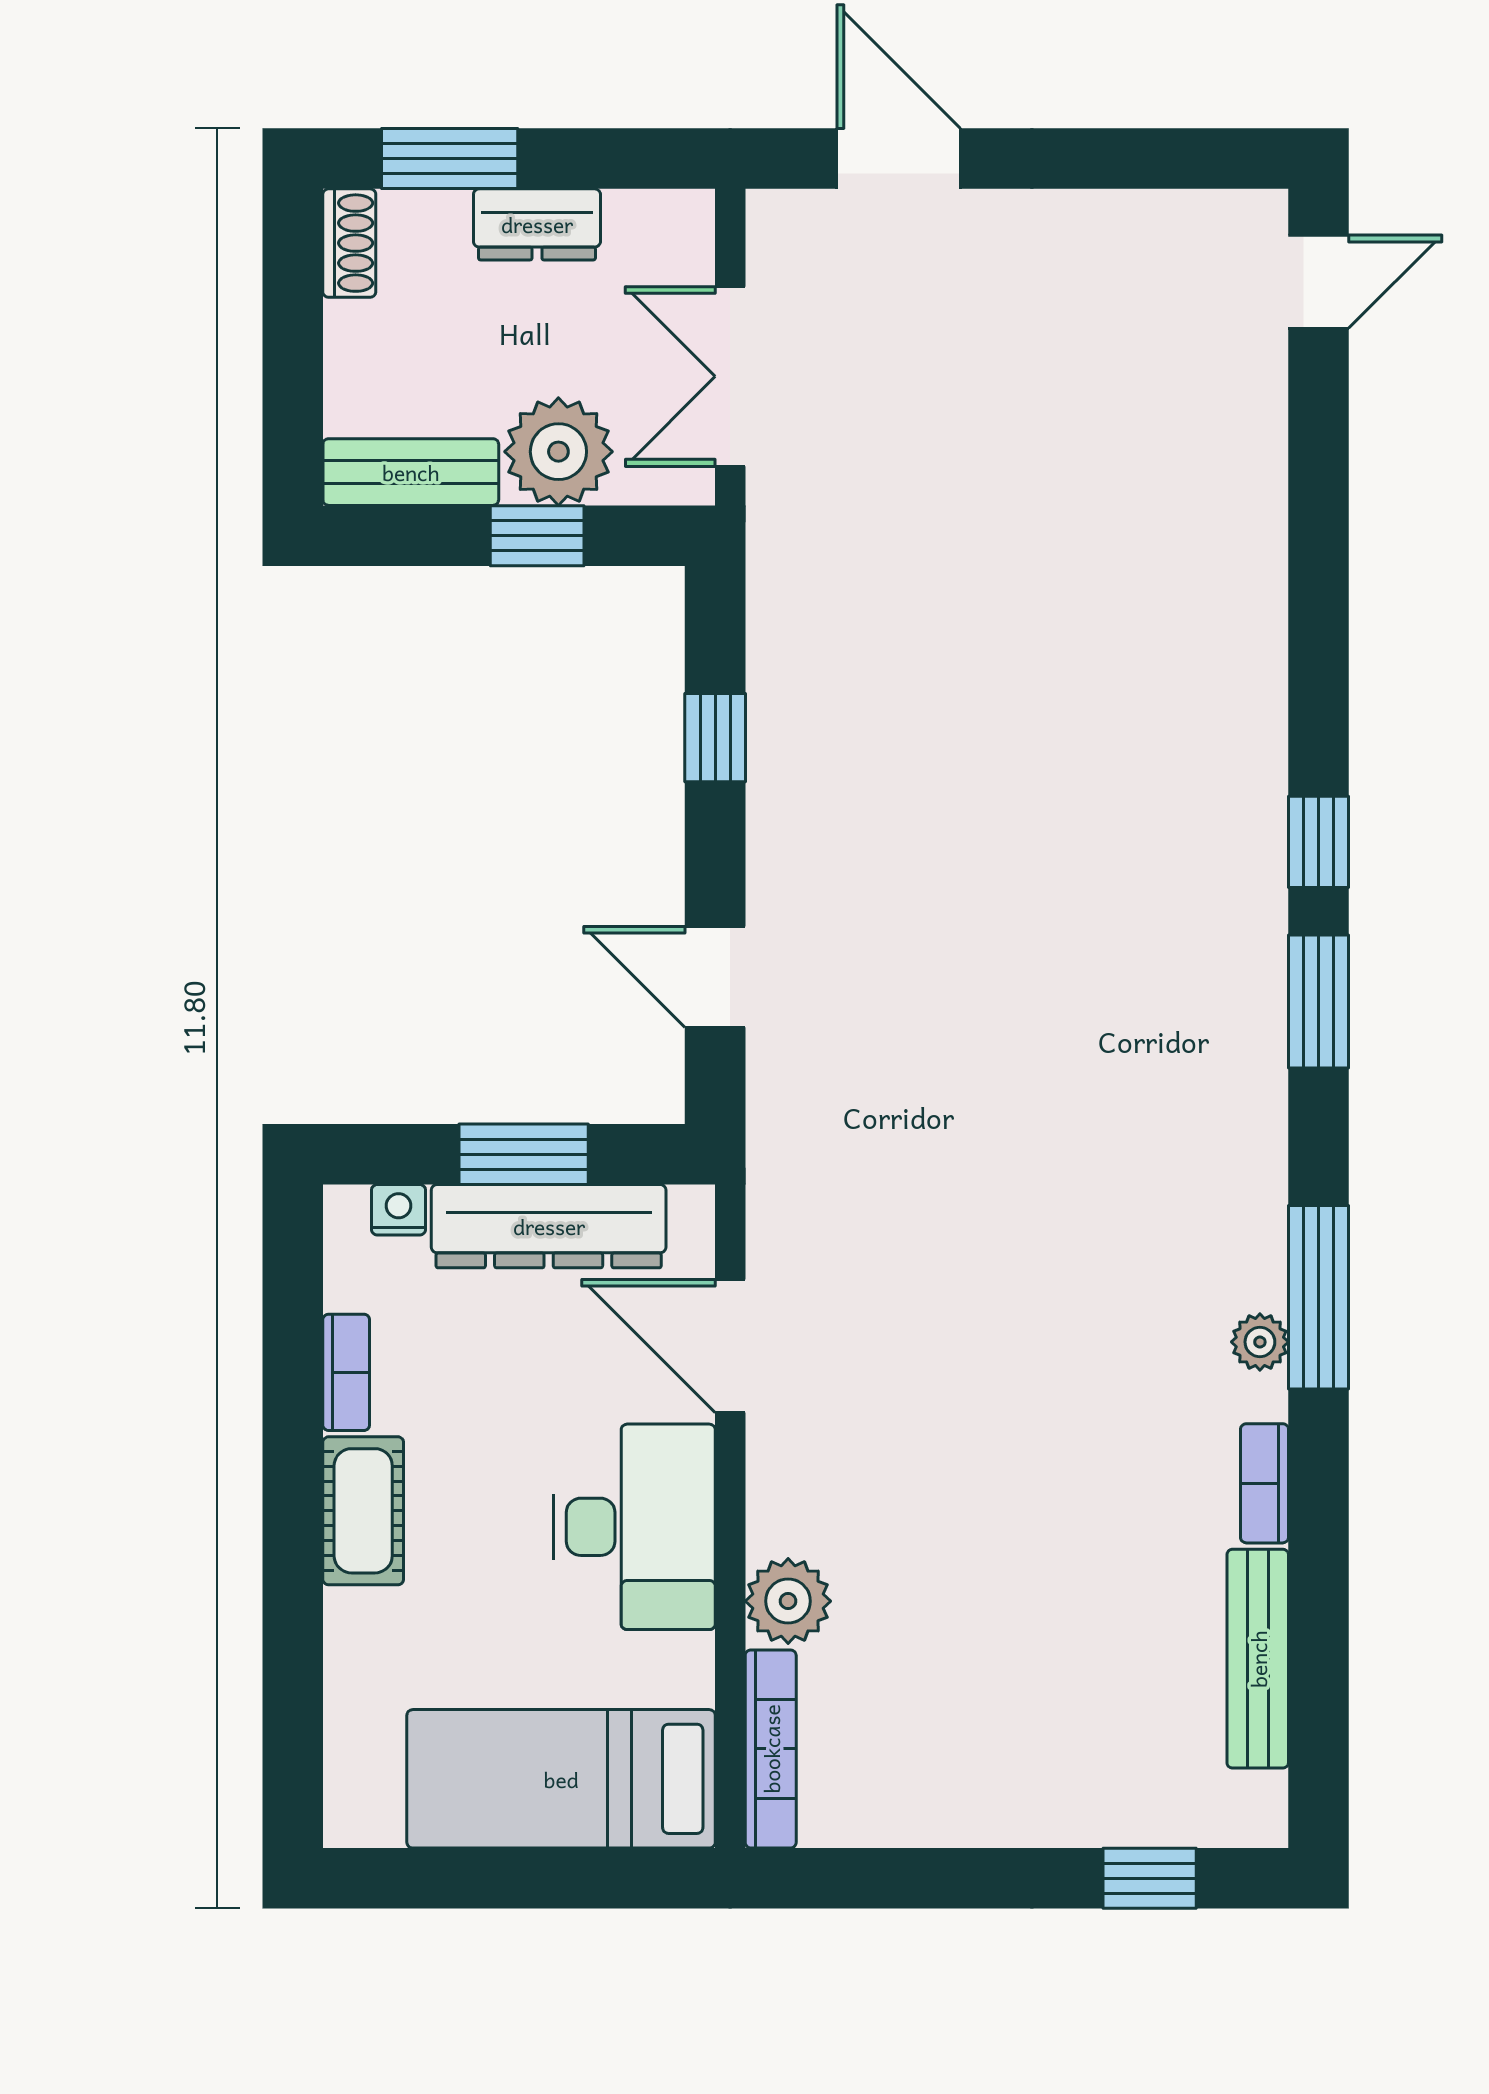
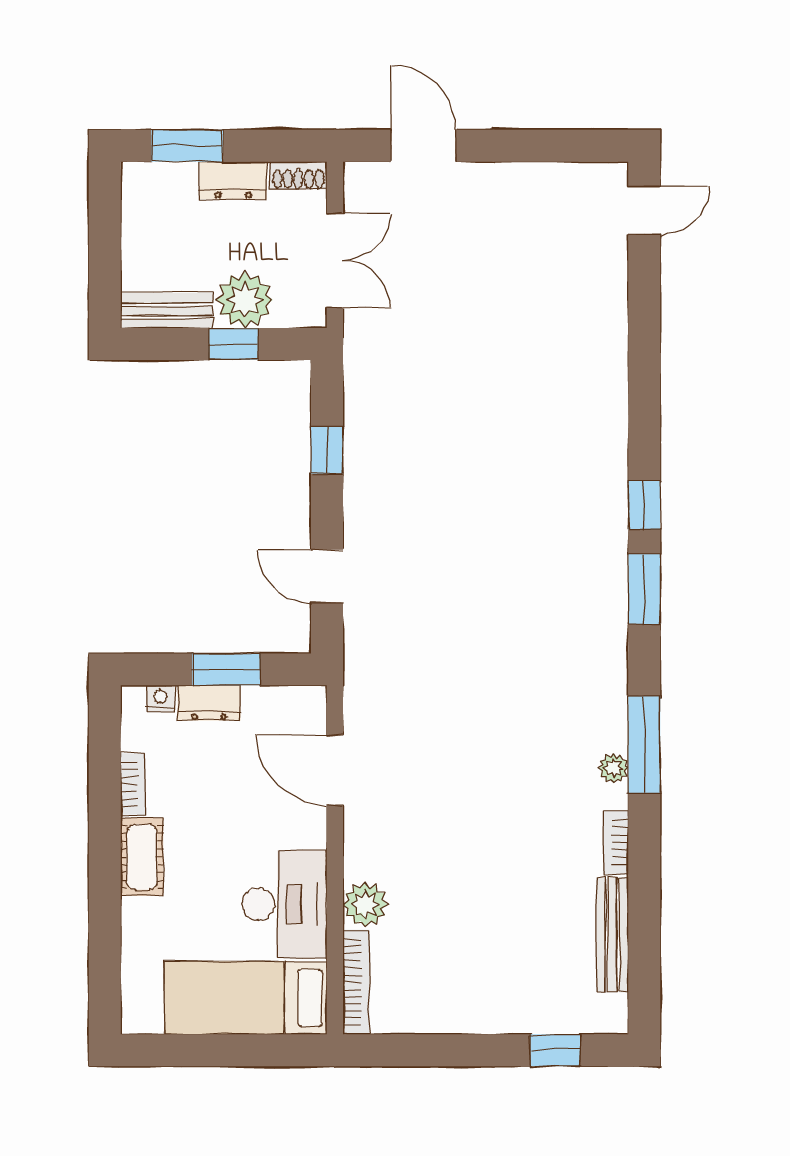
shoe rack: (349, 243) -> (298, 176), moved, turned 90
double door: (730, 376) -> (335, 260), swing flipped
dresser: (549, 1226) -> (209, 703), width x0.51, depth x0.80
desk: (634, 1527) -> (284, 904), moved

